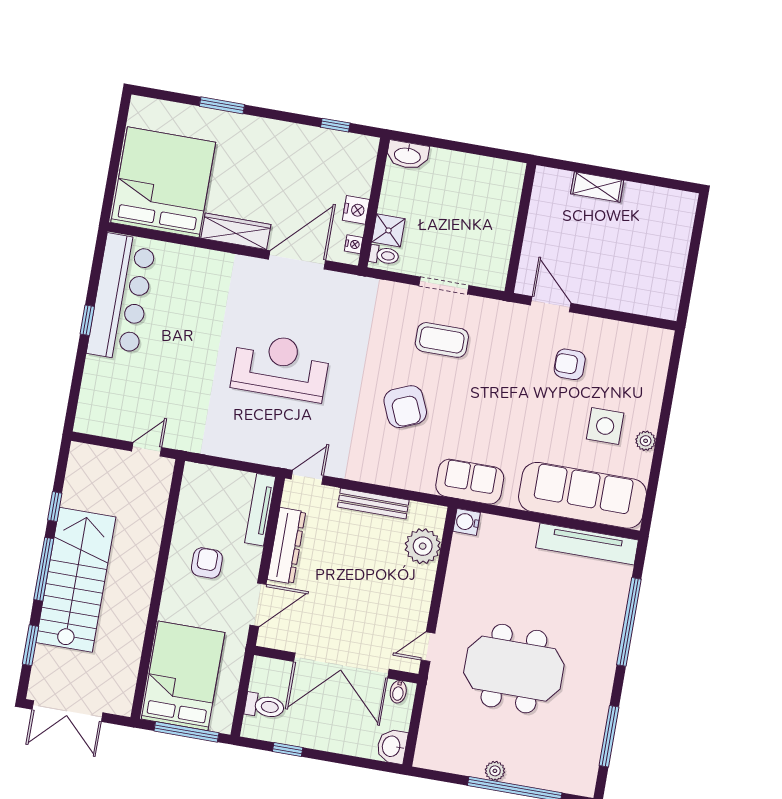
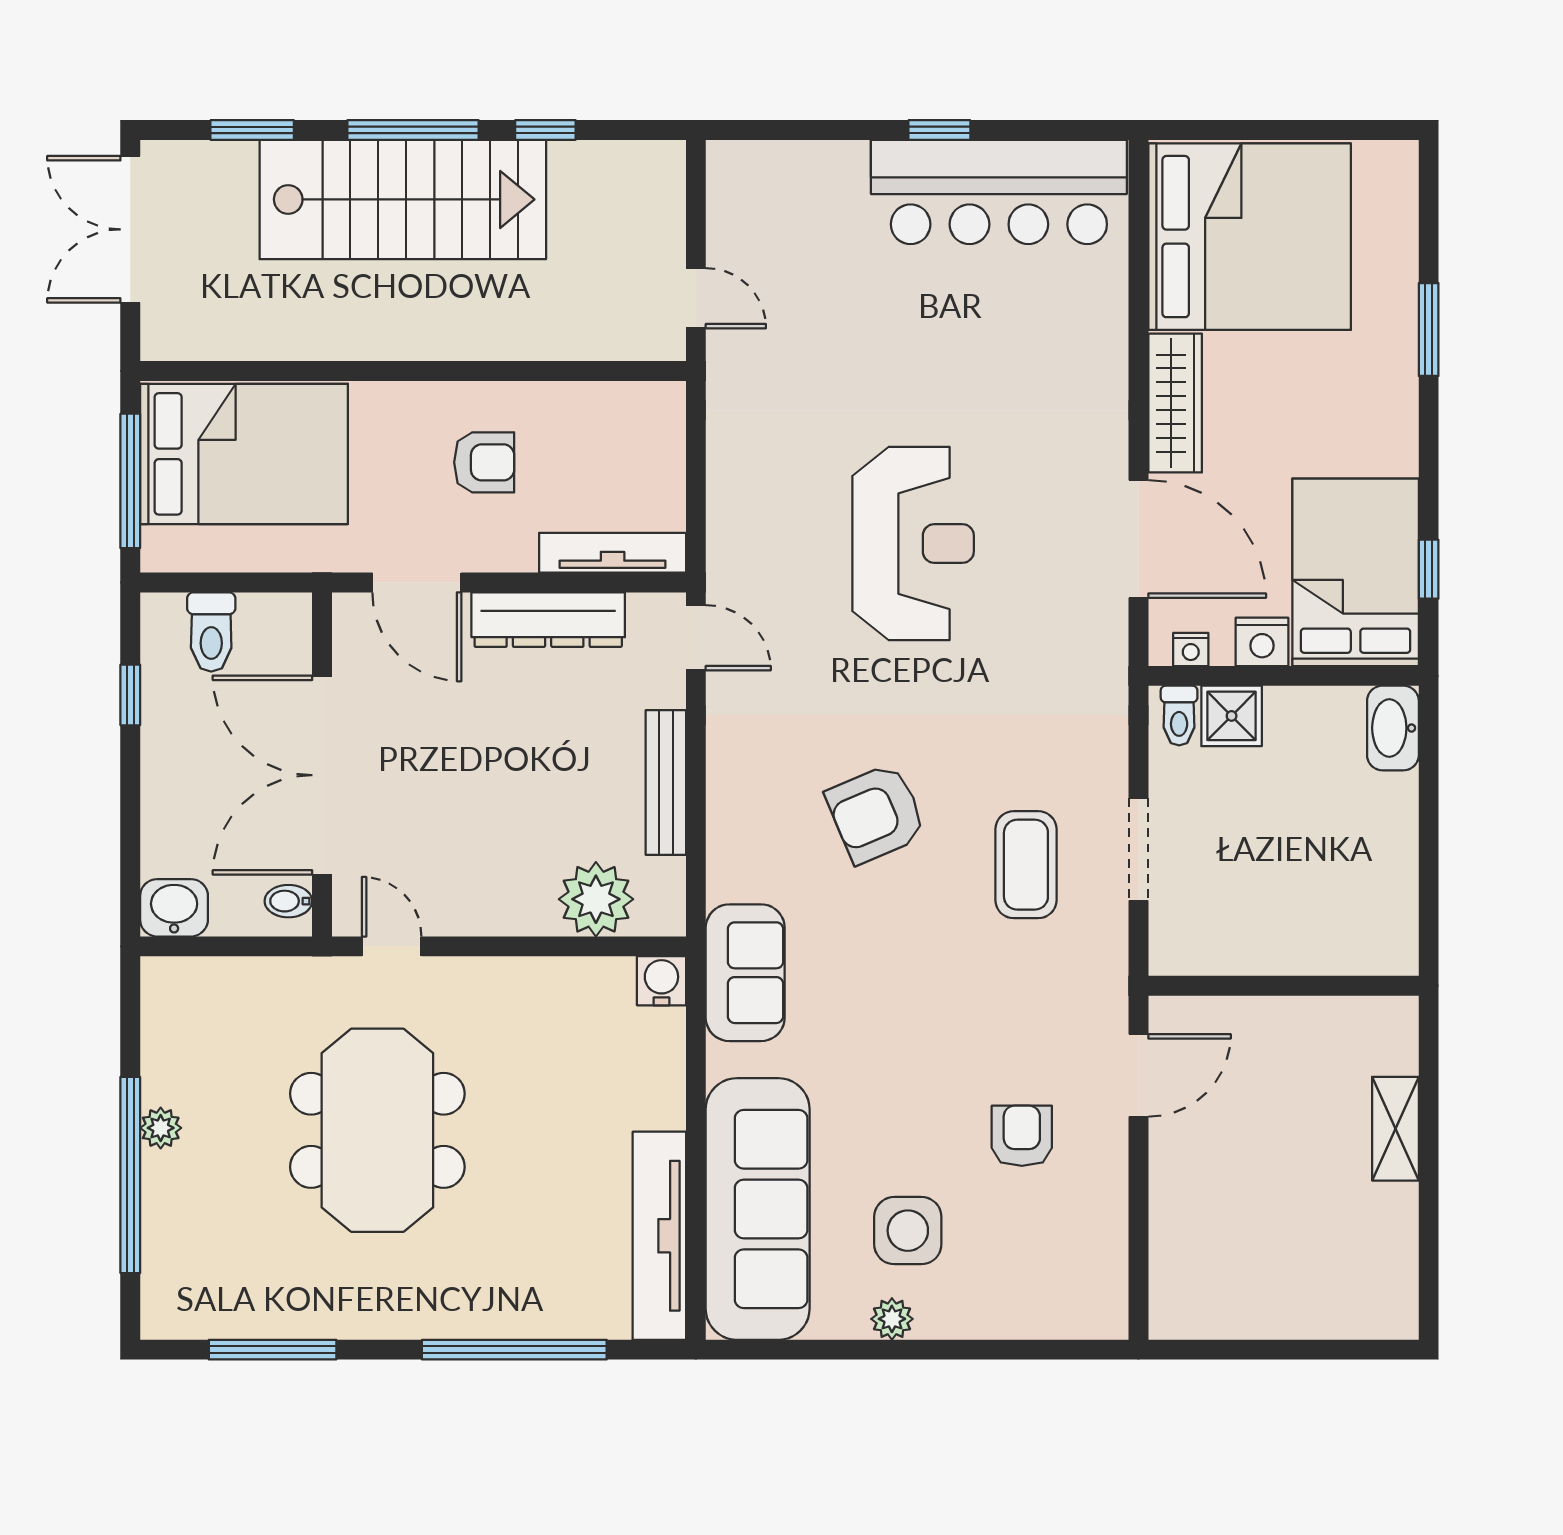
bed: (331, 160) -> (1356, 572), added

